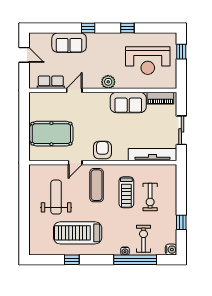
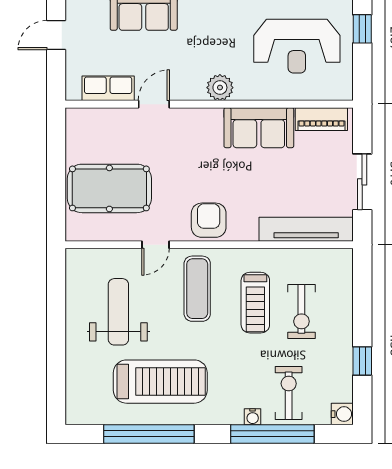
door: (24, 55) -> (56, 35), swing flipped
treadmill: (78, 233) -> (160, 382), turned 180
window: (72, 260) -> (149, 434), width x3.17

